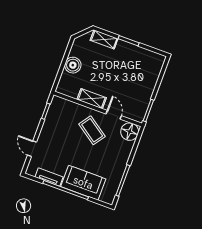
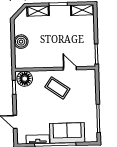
shelving: (92, 99) -> (82, 10), moved
floor lamp: (130, 132) -> (25, 79), moved

